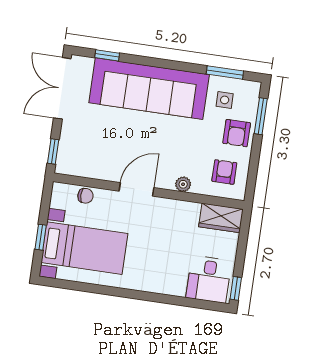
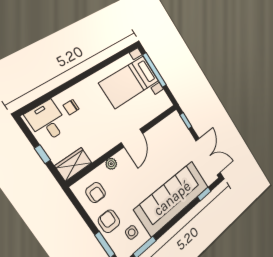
chair: (85, 196) -> (71, 107), moved
window: (41, 237) -> (154, 70), width x2.17
window: (236, 288) -> (42, 154), moved

